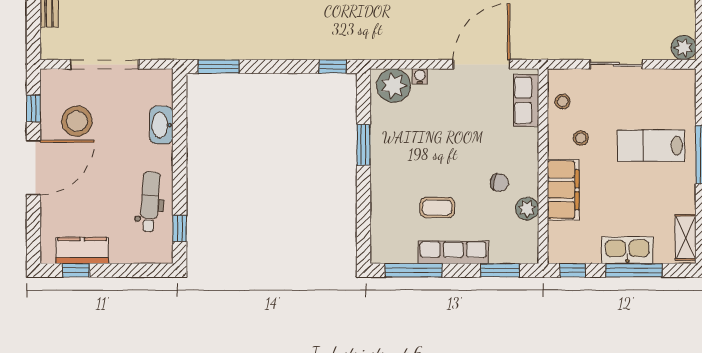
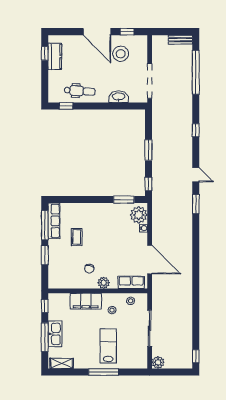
doorway: (105, 64) -> (150, 81), moved
sliding door: (616, 64) -> (150, 328), width x1.37
window: (218, 67) -> (148, 150), moved
window: (364, 145) -> (124, 200), moved
plant: (527, 209) -> (104, 283), moved
row of seats: (453, 252) -> (54, 221), moved
window: (500, 270) -> (45, 255), moved

